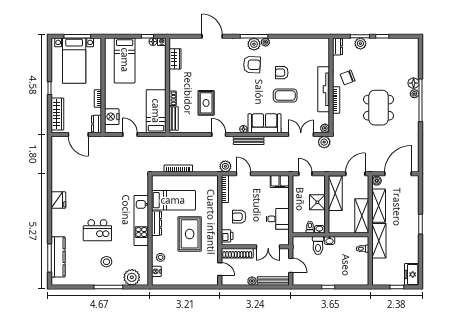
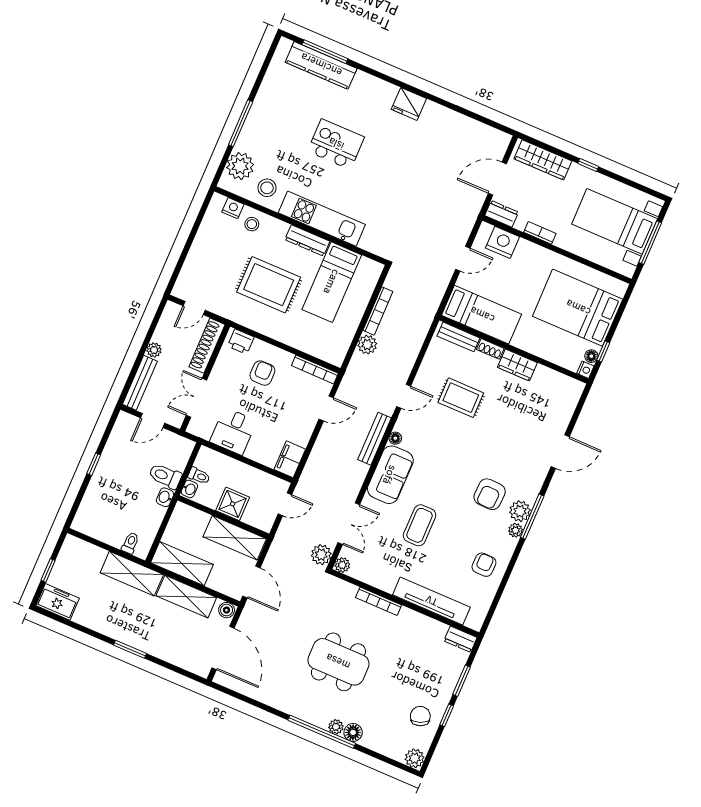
plant: (360, 44) -> (415, 758), moved
wardrobe: (175, 59) -> (517, 365), moved
bed: (125, 60) -> (578, 308), width x1.50
armchair: (282, 73) -> (484, 565), moved
chair: (348, 78) -> (420, 716), moved
tv unit: (324, 89) -> (431, 601), moved
plant: (225, 166) -> (367, 345), moved
kitchen island: (97, 230) -> (336, 144), turned 90
stool: (106, 262) -> (267, 188), moved

